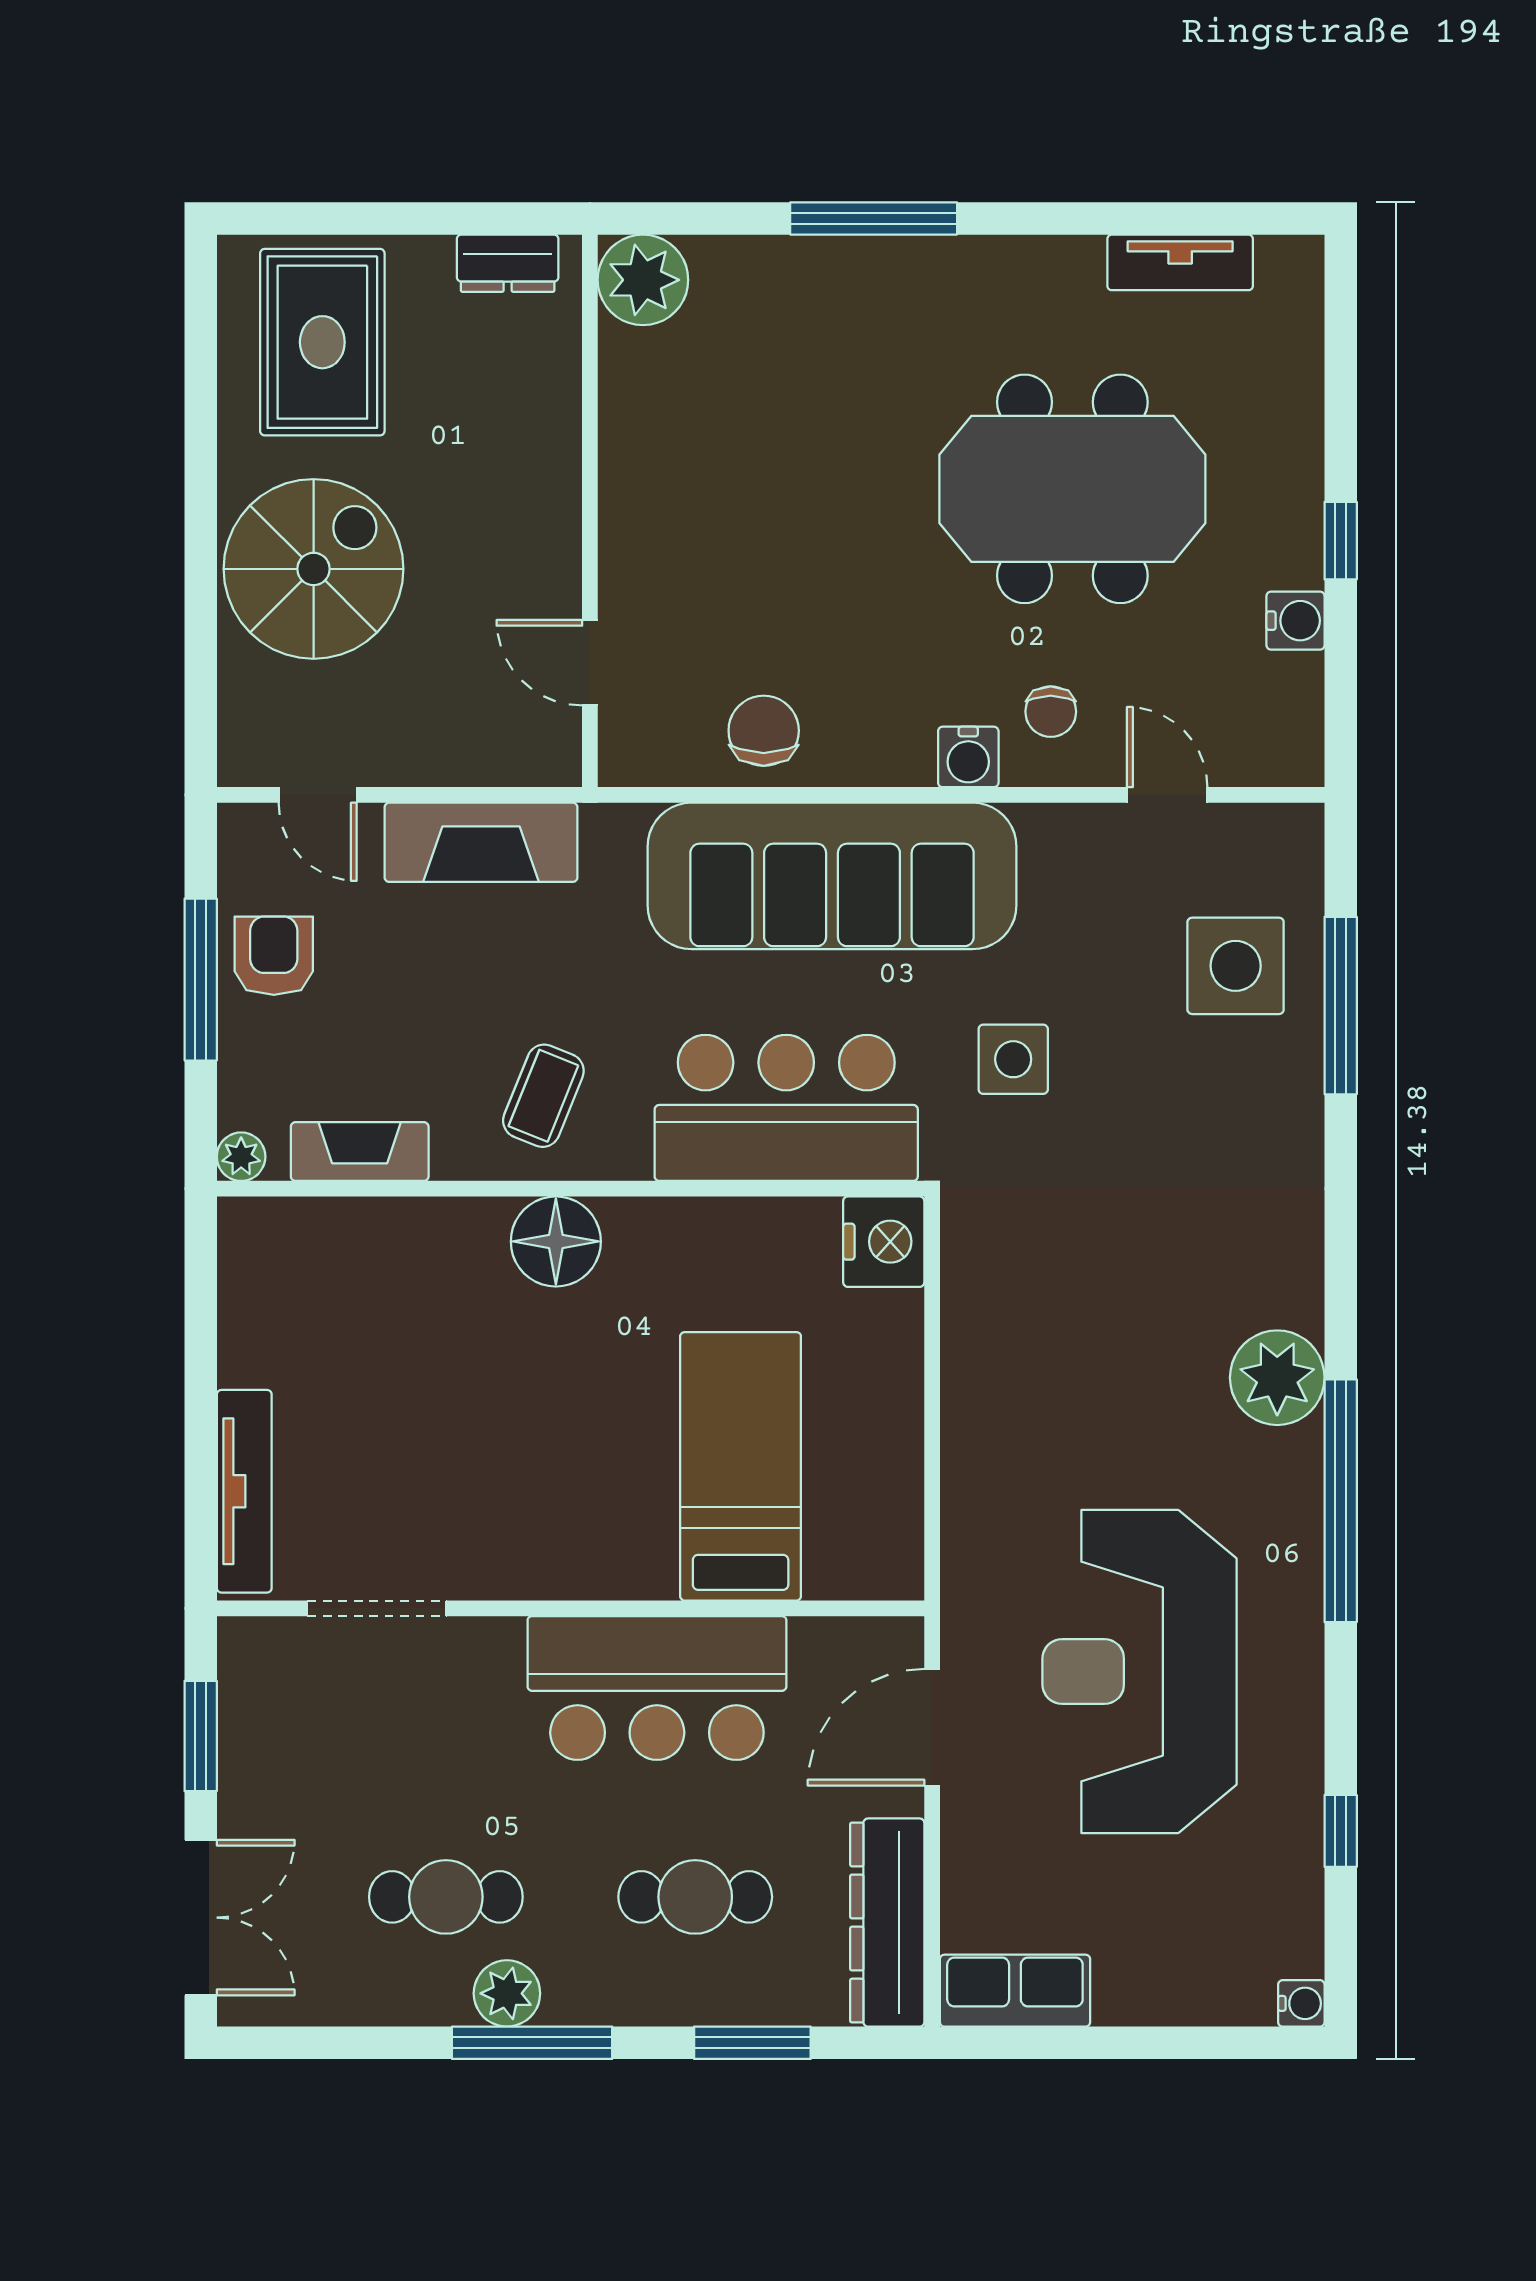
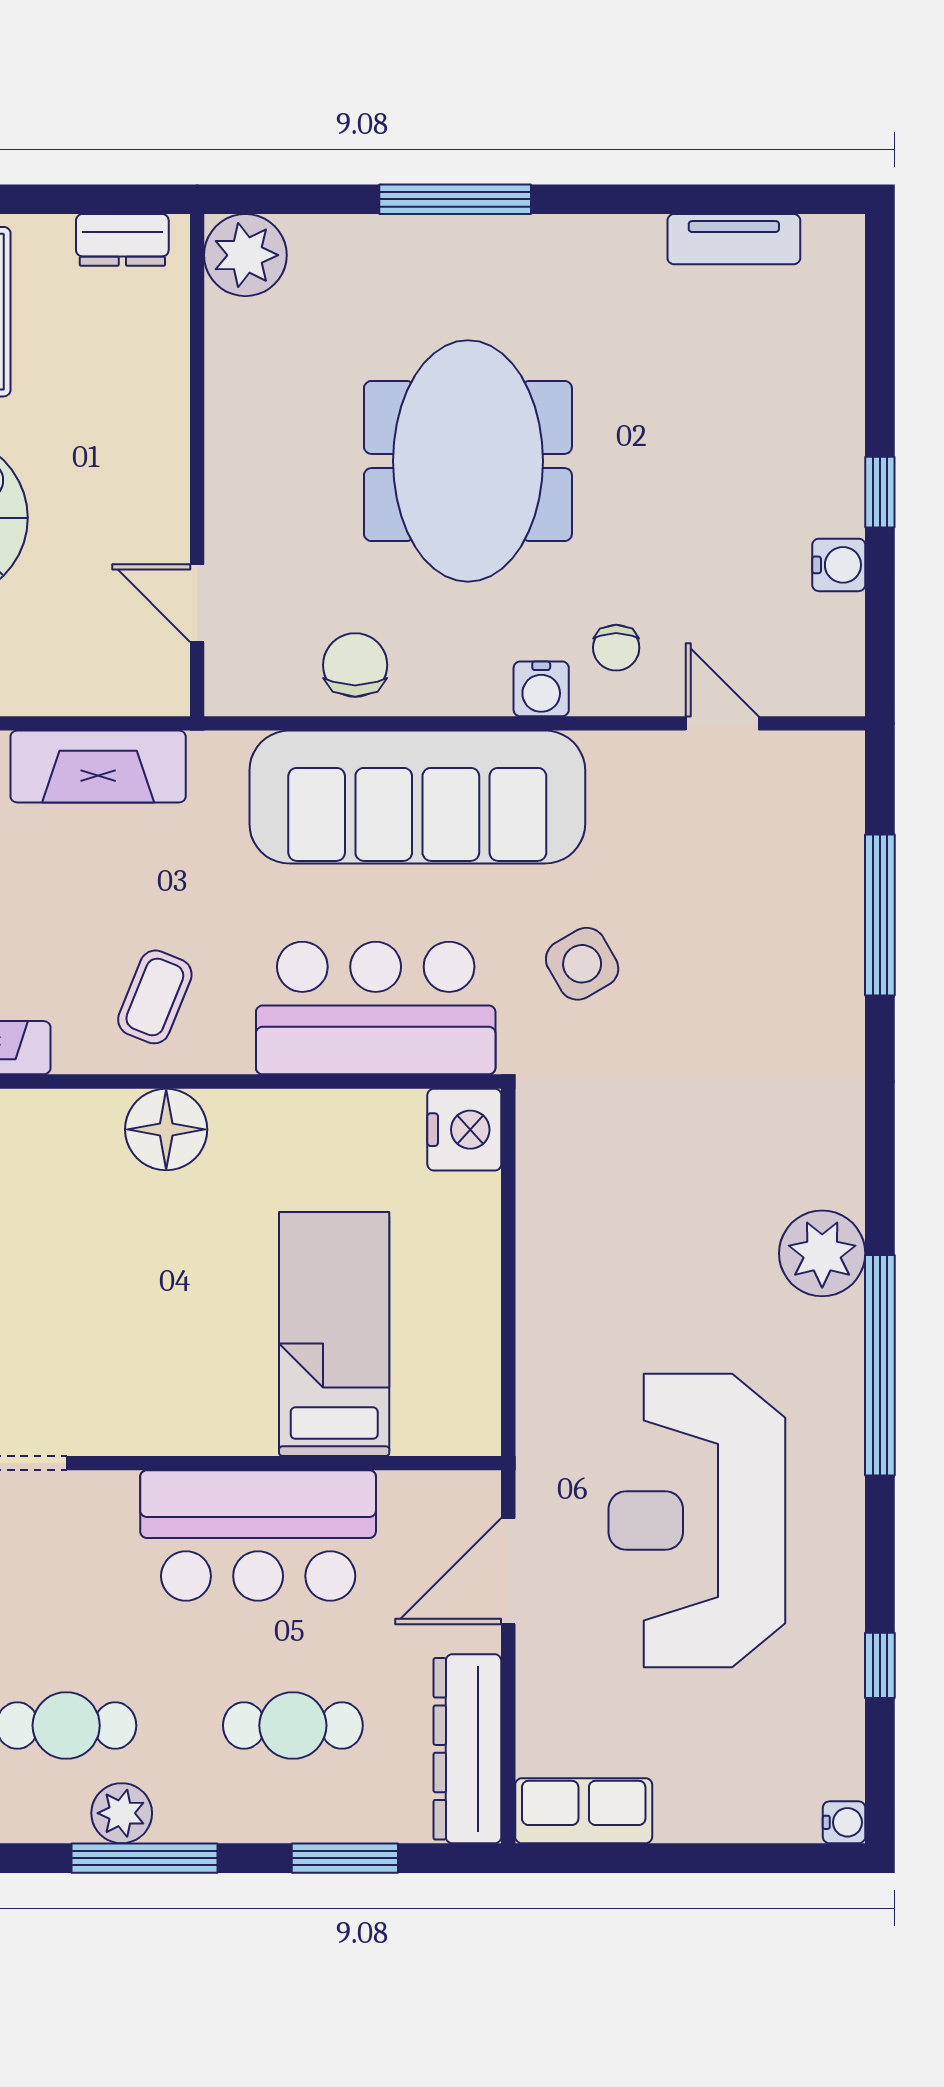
meeting table: (1072, 489) -> (468, 461), moved, turned 90
side table: (1236, 966) -> (784, 879), removed
side table: (1013, 1059) -> (582, 964), turned -30

